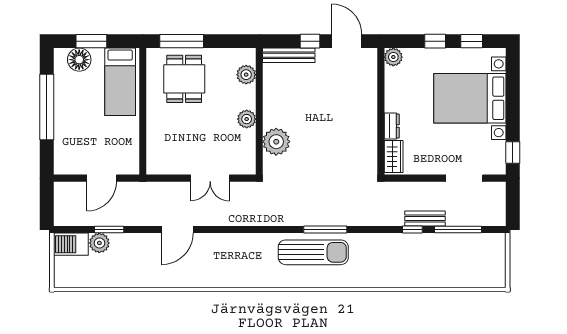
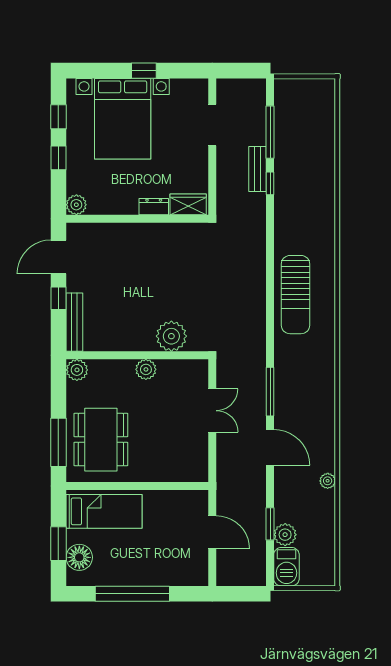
plant: (246, 75) -> (77, 370), moved
dining table: (184, 79) -> (101, 440), width x1.38
window: (513, 152) -> (144, 71), moved
window: (325, 230) -> (270, 392), moved
sun lounger: (313, 252) -> (296, 295), turned 180
plant: (147, 281) -> (328, 481), added

